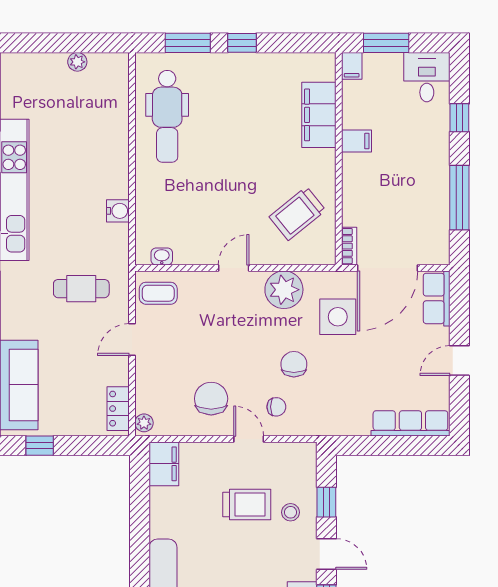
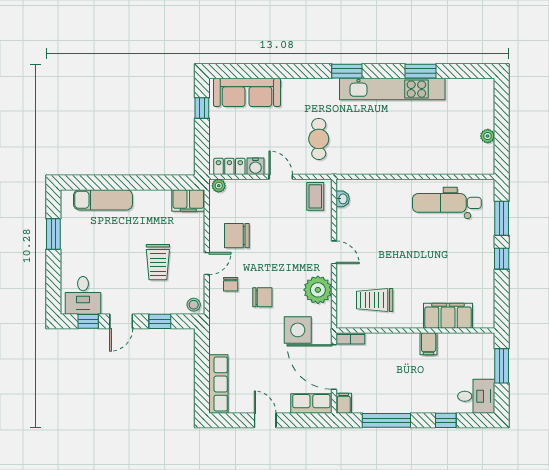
filing cabinet: (352, 66) -> (344, 403), moved, turned 90
water cooler: (118, 211) -> (256, 166), moved
trolley: (297, 214) -> (375, 300), turned -51
chair: (211, 399) -> (237, 236), turned 180
stool: (291, 512) -> (194, 305), moved

